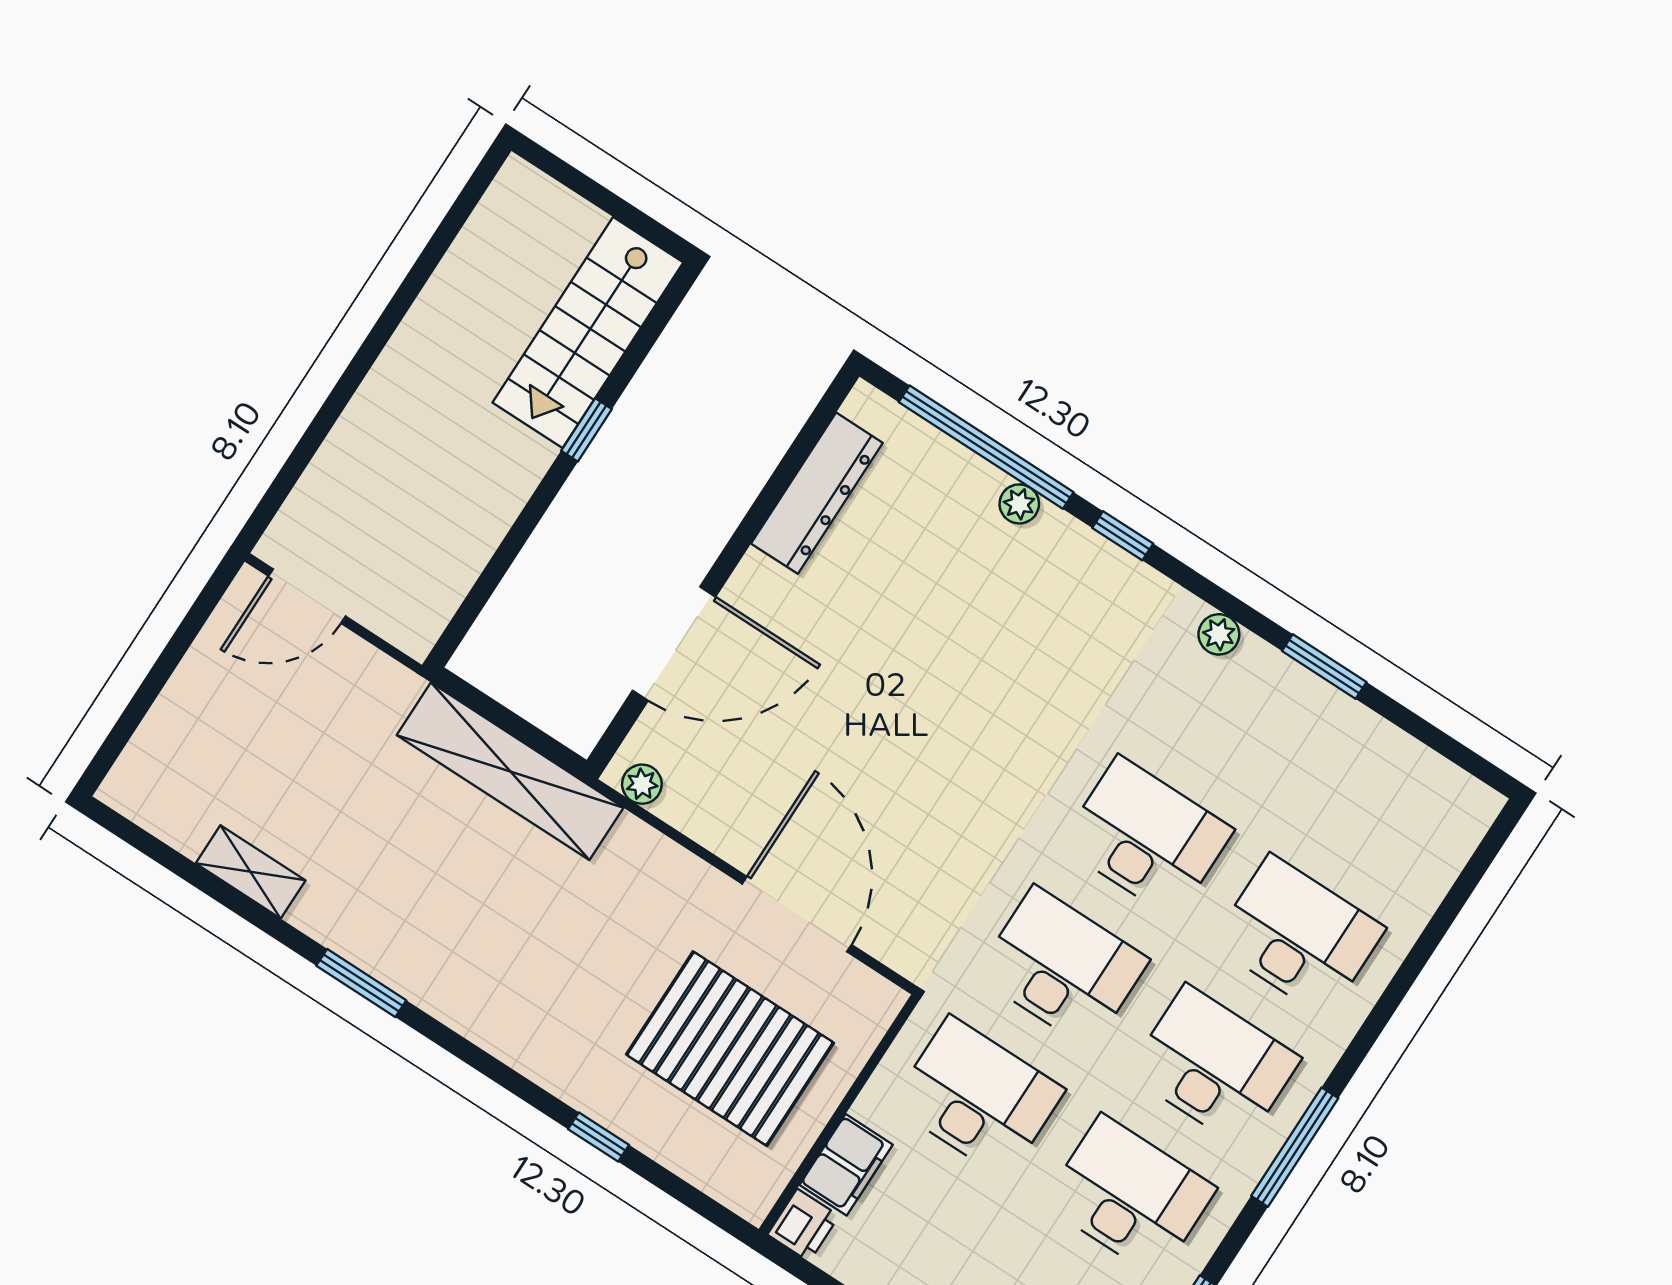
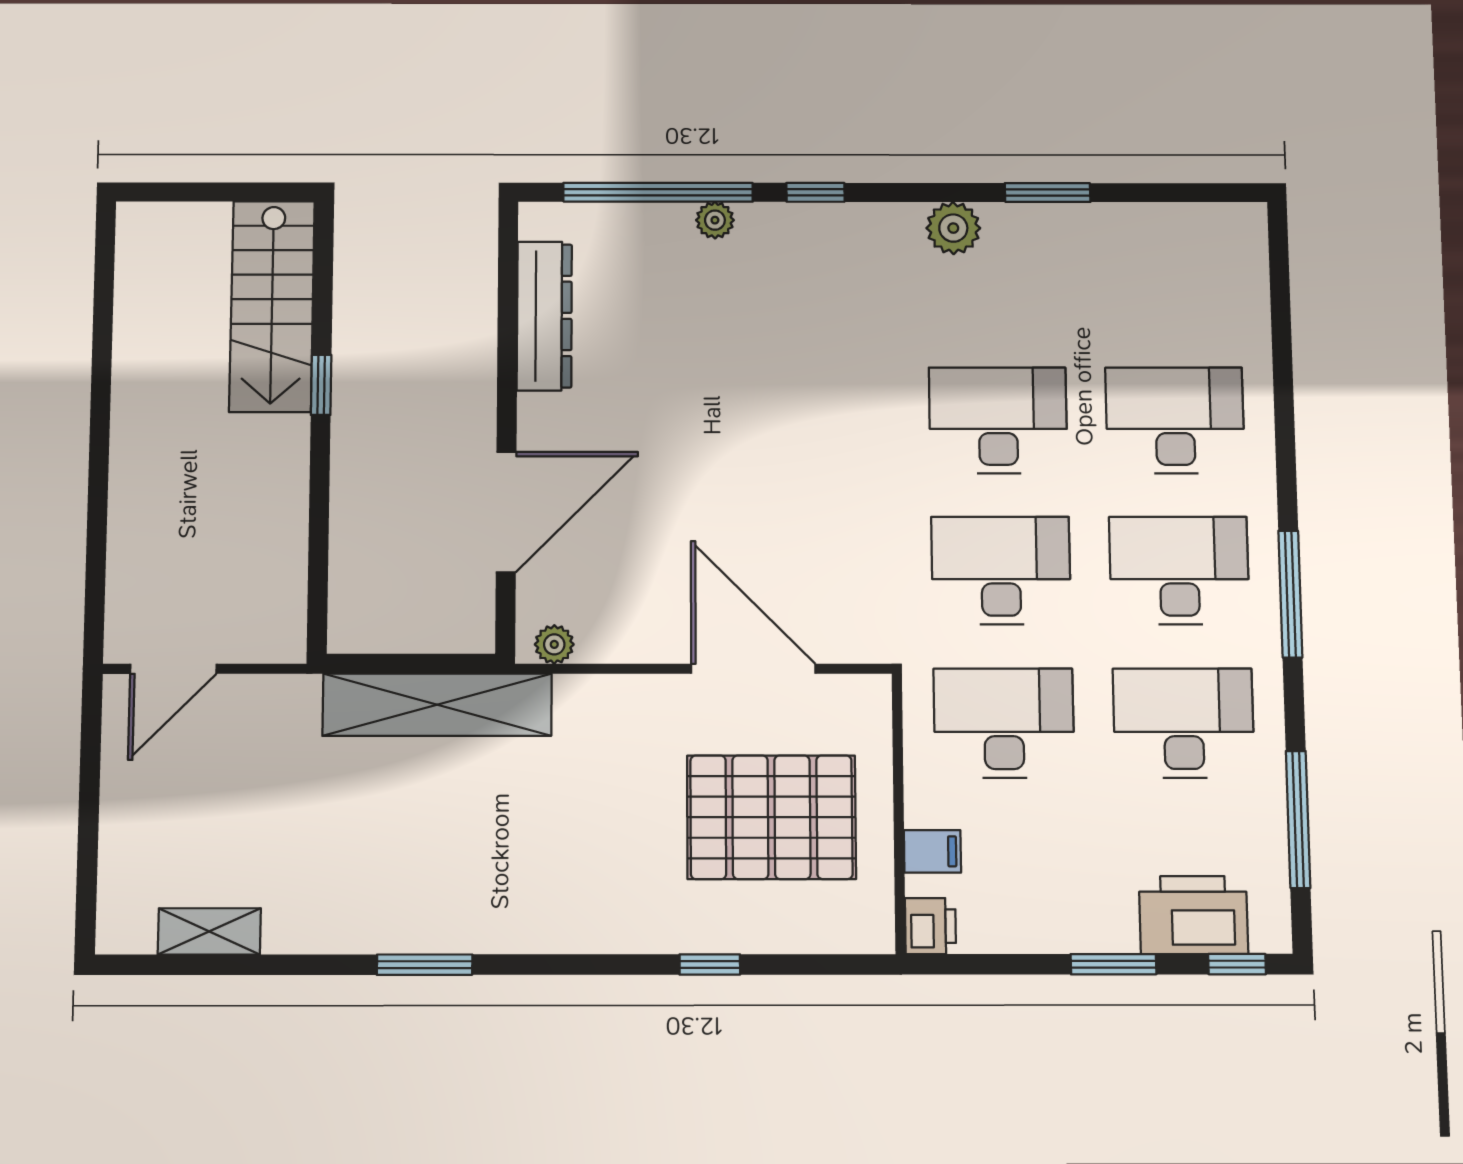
plant: (1219, 634) -> (953, 228), width x1.38, depth x1.38
shelving: (251, 872) -> (209, 931), moved
filing cabinet: (846, 1165) -> (932, 851), width x0.50

